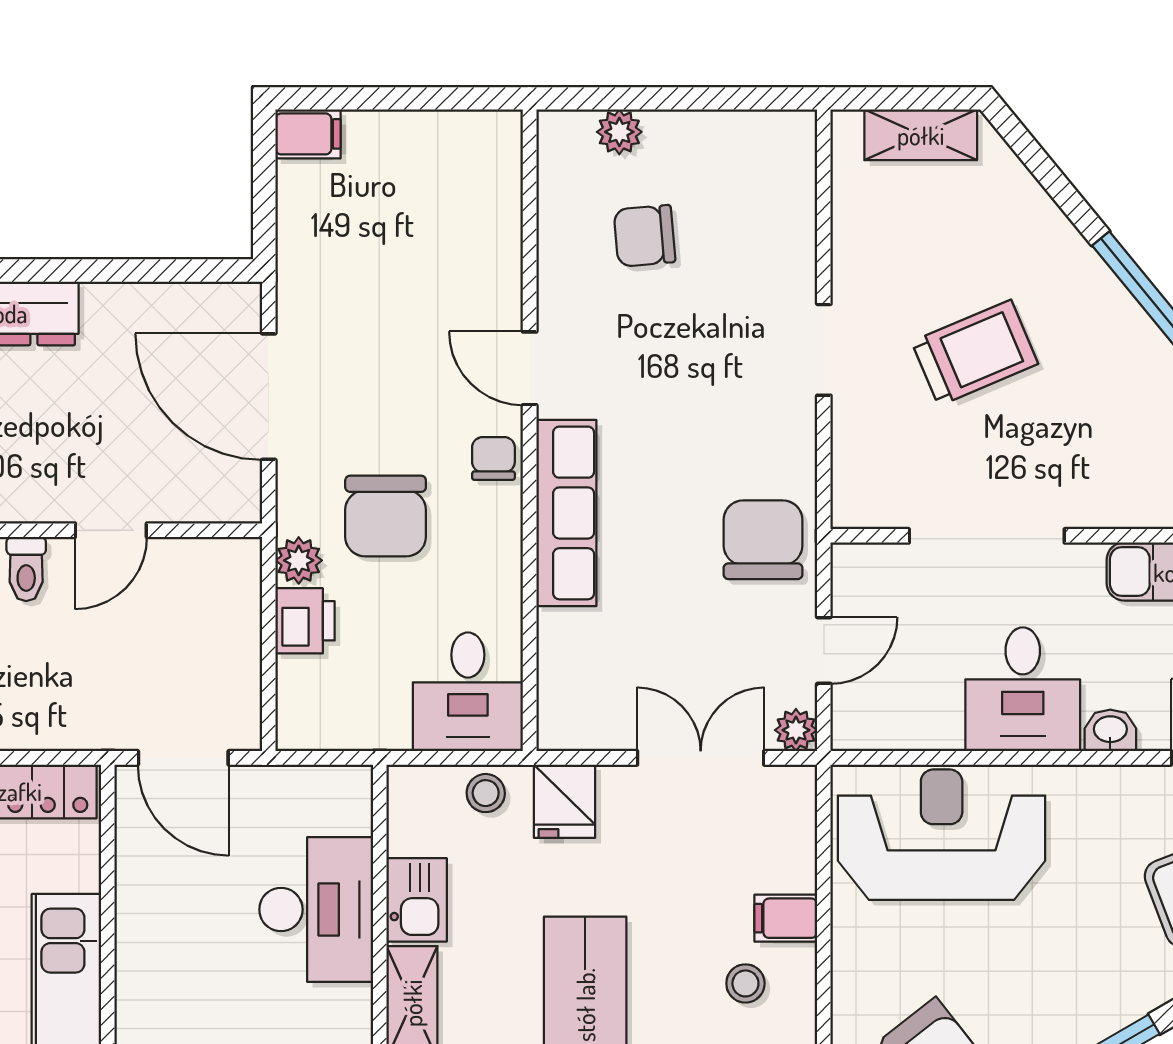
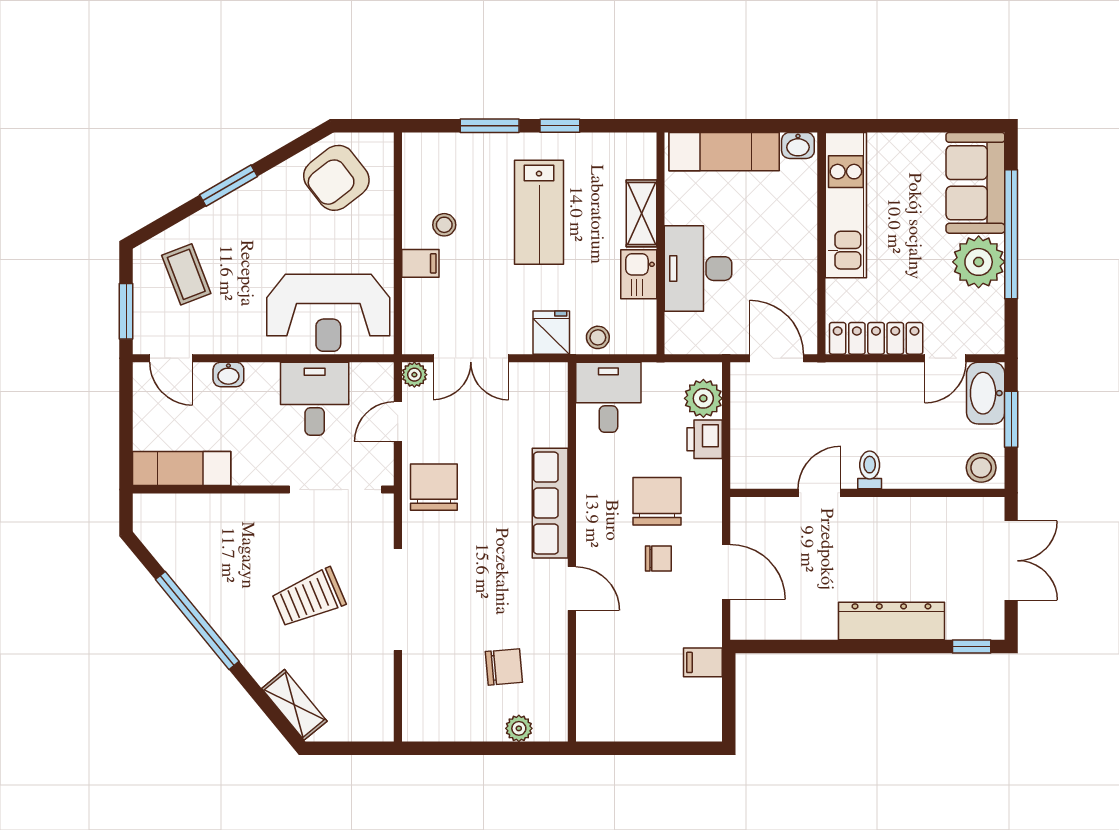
filing cabinet: (308, 134) -> (703, 662), moved
shelving: (921, 135) -> (294, 705), moved, turned 51
doorway: (824, 350) -> (398, 600), width x1.87
door: (269, 397) -> (726, 572), width x0.73
chair: (493, 459) -> (658, 558), moved, turned -90
doorway: (987, 536) -> (335, 490), moved
chair: (763, 540) -> (434, 487), turned 180
plant: (299, 560) -> (703, 398), moved, width x1.38, depth x1.38
desk: (1023, 689) -> (315, 399), moved

